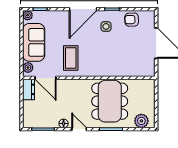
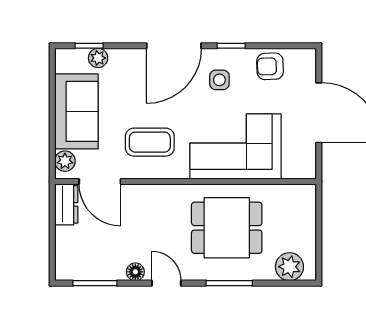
plant: (28, 15) -> (98, 58), moved
coffee table: (71, 58) -> (150, 142), turned 90
corner sofa: (114, 60) -> (236, 146), added
dining table: (110, 101) -> (227, 228), width x0.73

